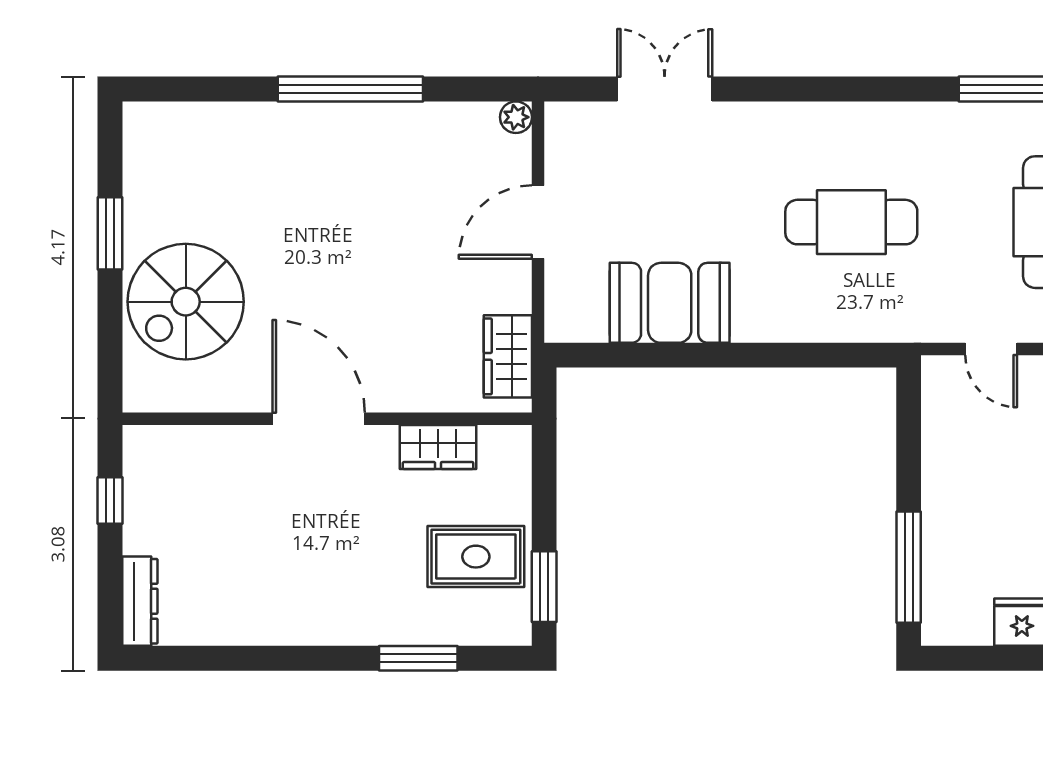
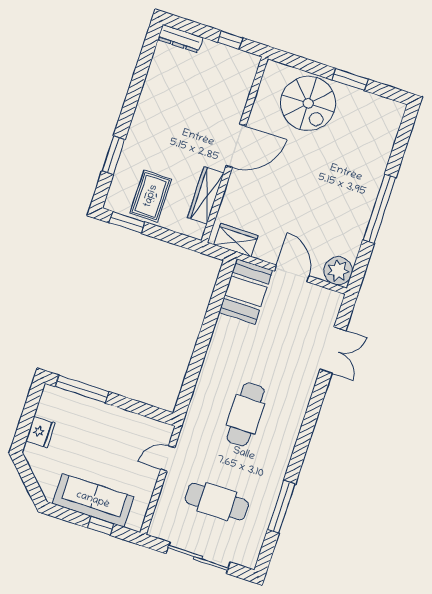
plant: (516, 117) -> (338, 271), width x1.88, depth x1.88
spiral stairs: (186, 302) -> (308, 103), turned 180
booth: (670, 303) -> (246, 291), moved
wardrobe: (438, 447) -> (206, 195), width x1.50

